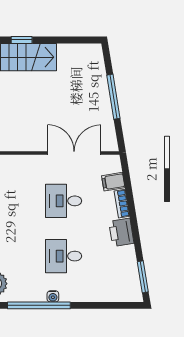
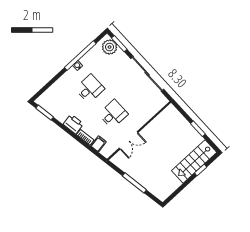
double door: (74, 153) -> (129, 140), width x0.73

